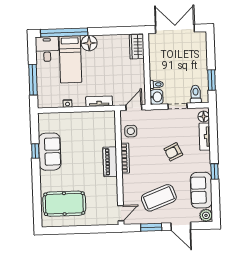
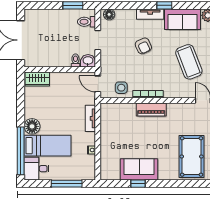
tv unit: (205, 137) -> (150, 14), moved

